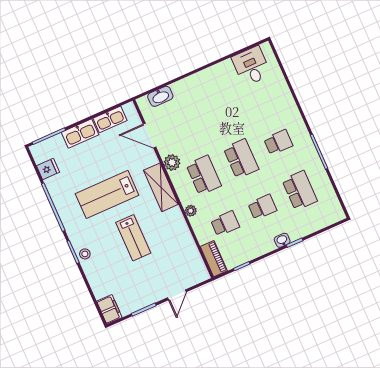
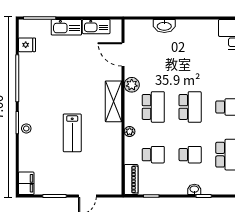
washbasin: (160, 96) -> (164, 26), moved
lab bench: (107, 194) -> (66, 87), removed

